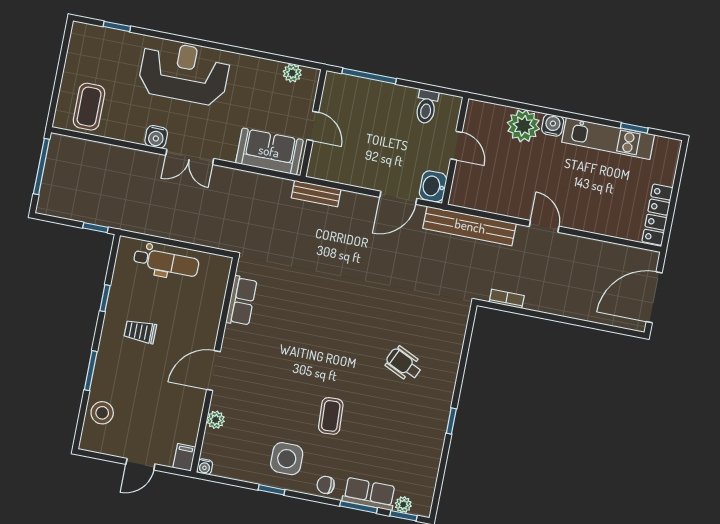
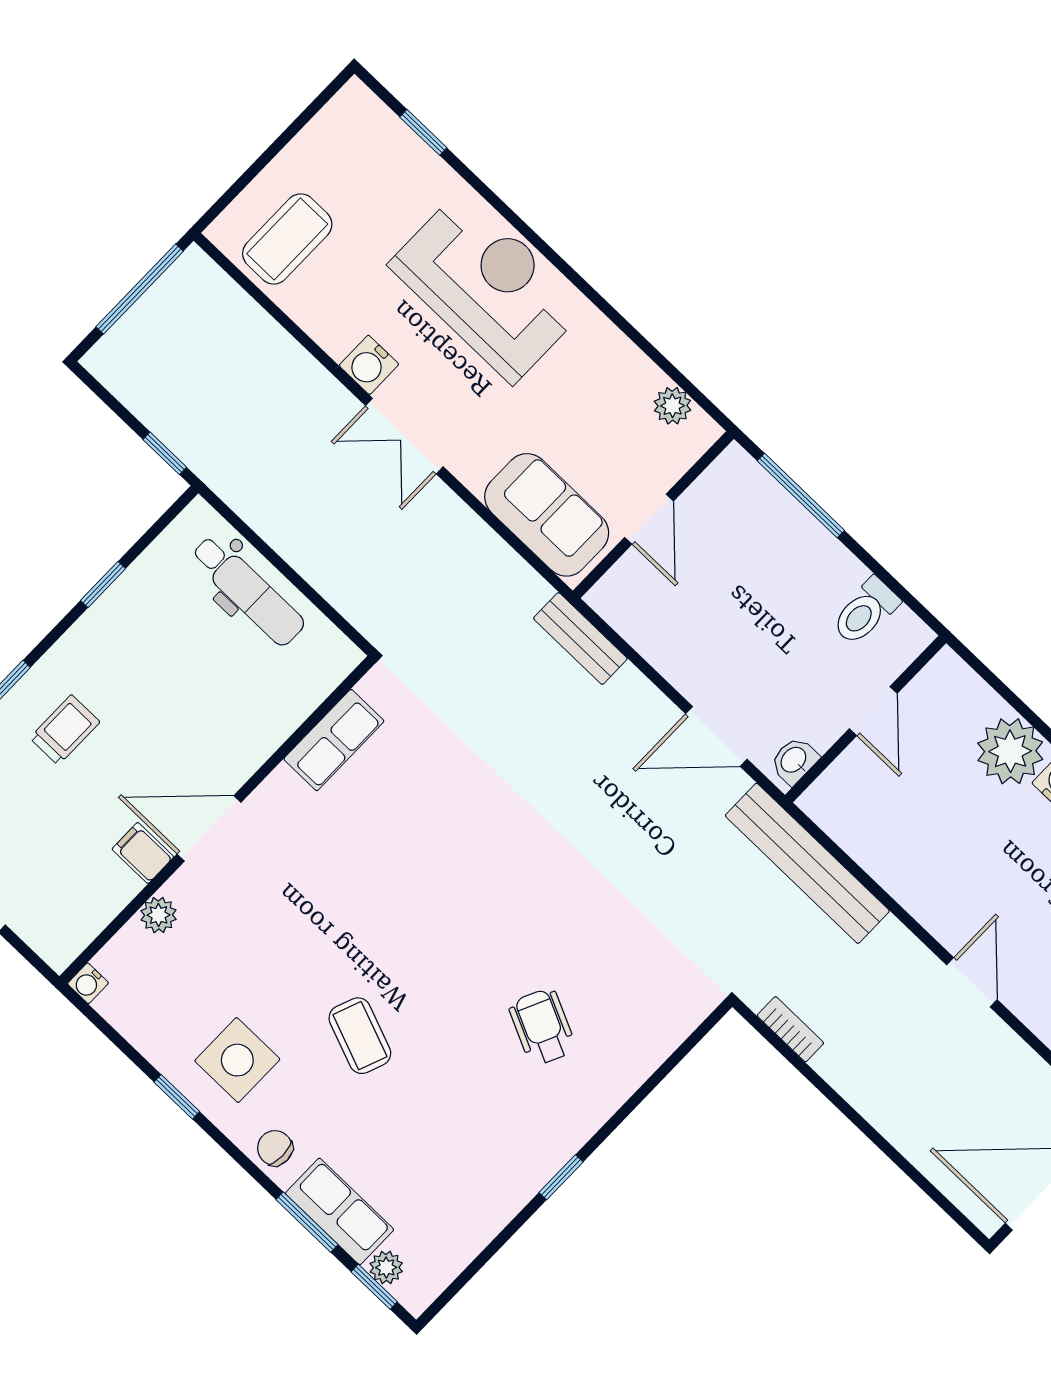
washbasin: (433, 186) -> (794, 760), width x0.72, depth x0.69
door: (544, 226) -> (972, 982), moved
trolley: (140, 331) -> (65, 730), moved, turned 90
coffee table: (331, 416) -> (360, 1036), turned -66
filing cabinet: (184, 457) -> (143, 853), moved, turned -90

